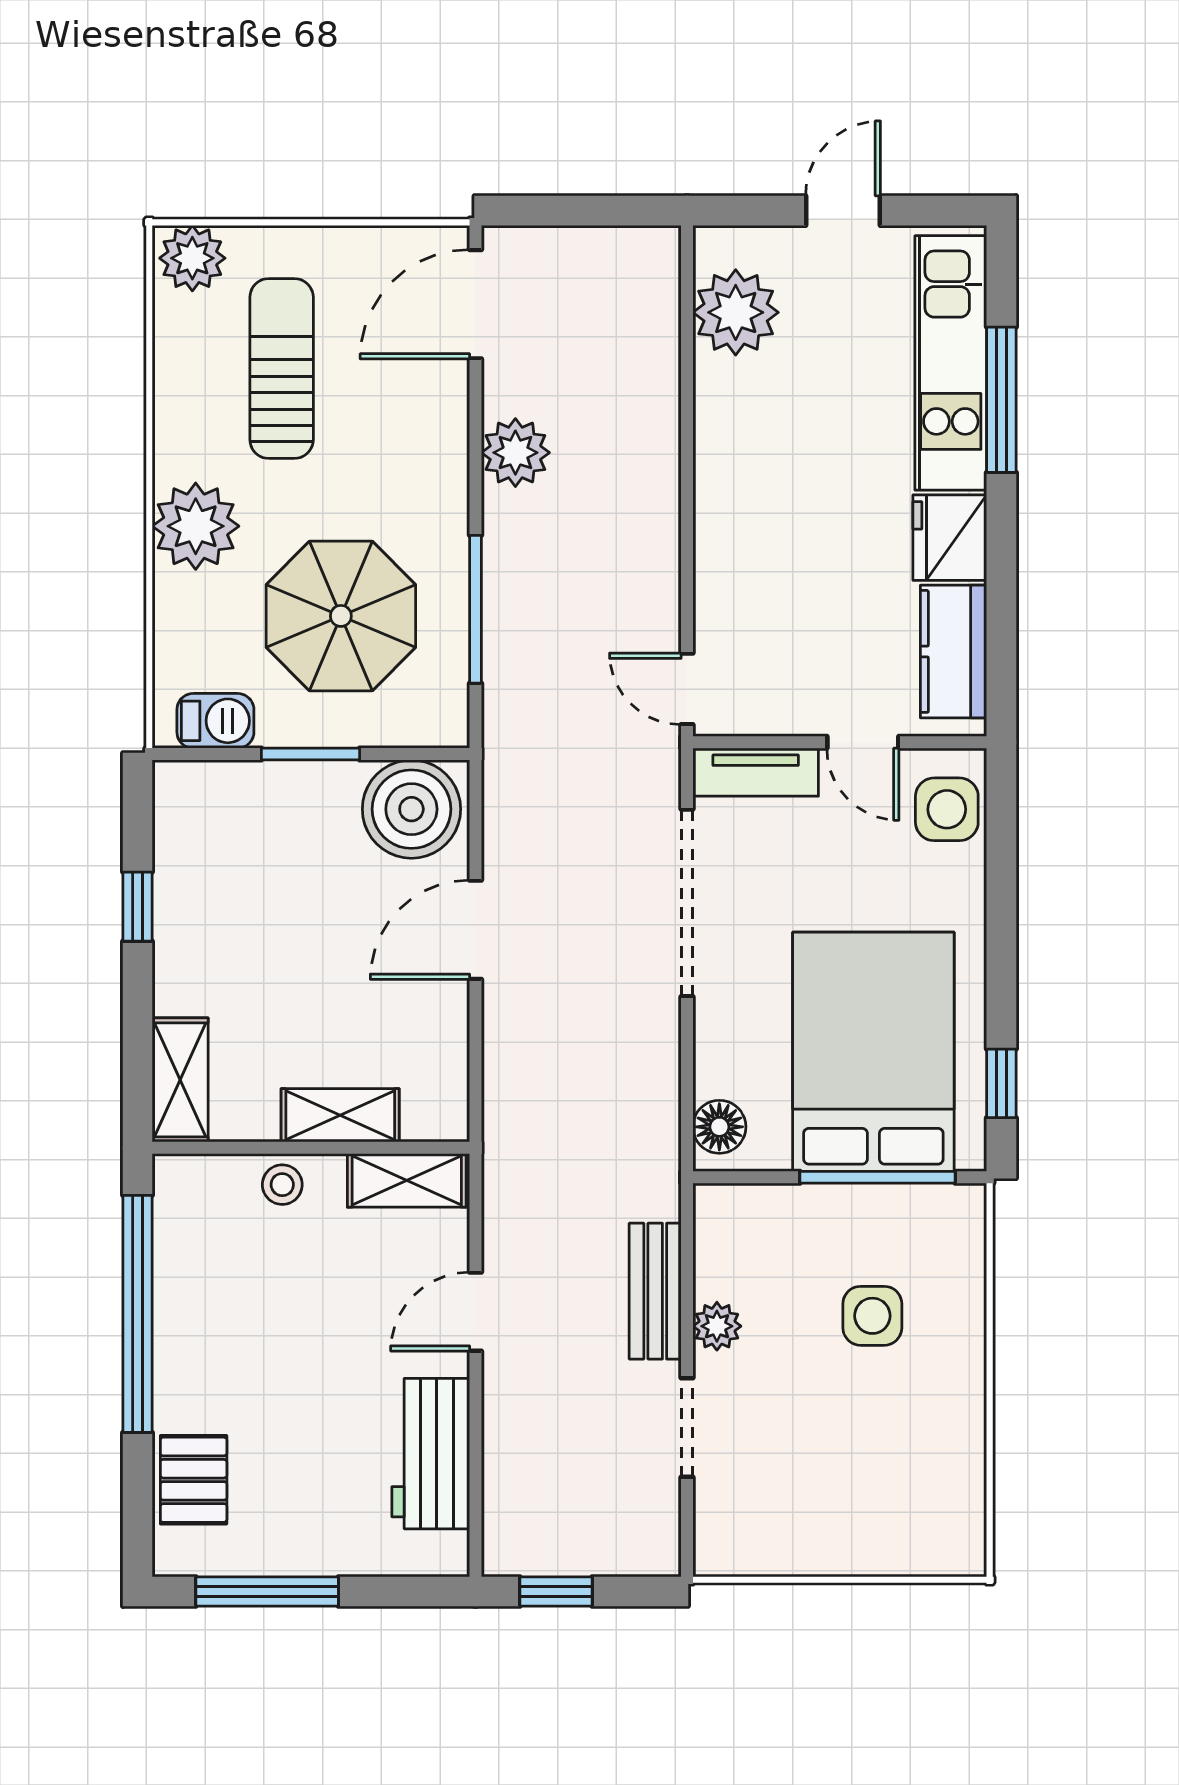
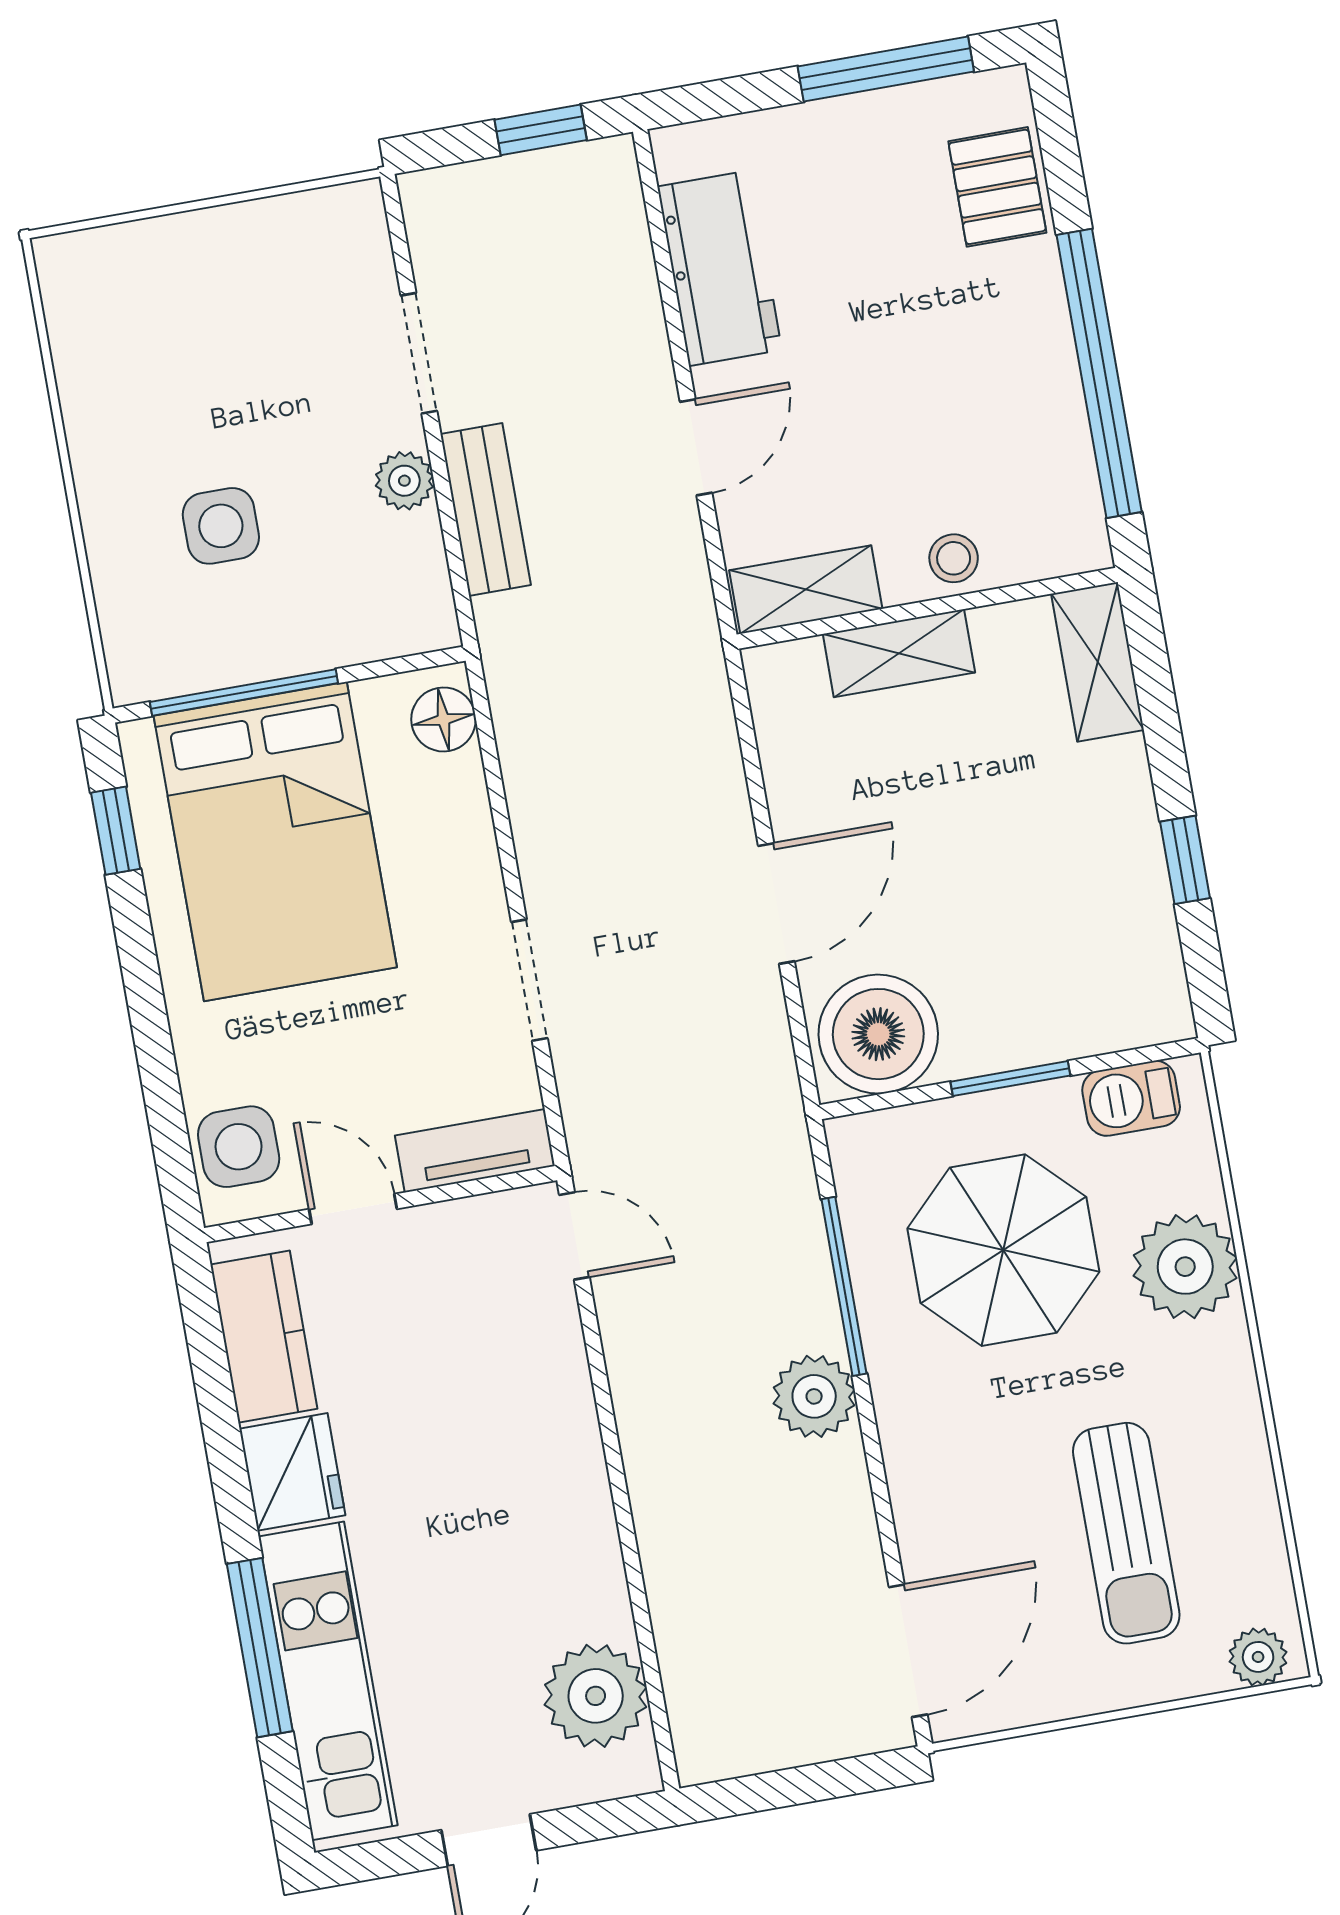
plant: (192, 258) -> (1258, 1657), width x0.73, depth x0.73
plant: (515, 453) -> (814, 1396), moved
plant: (196, 526) -> (1185, 1267), moved
doorway: (687, 903) -> (529, 980), width x0.53

